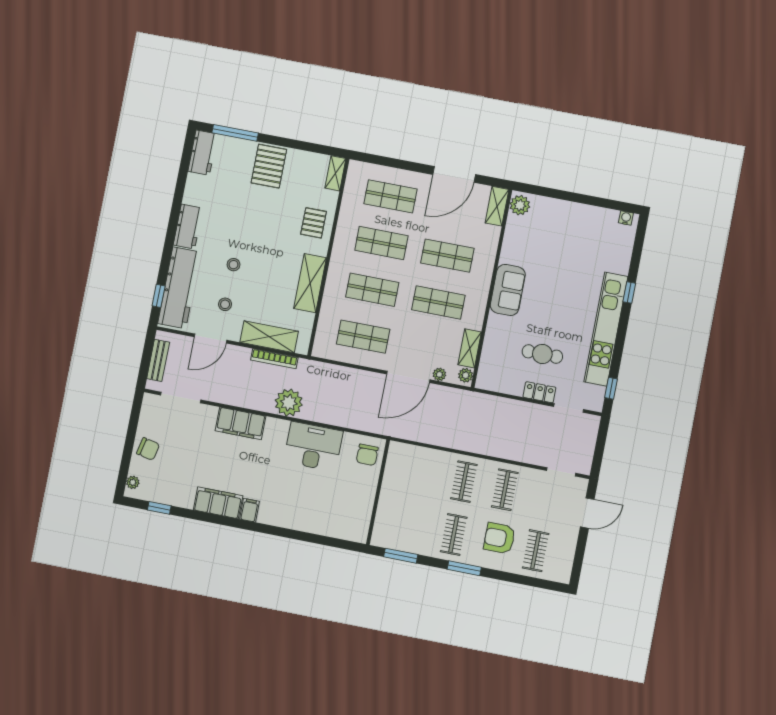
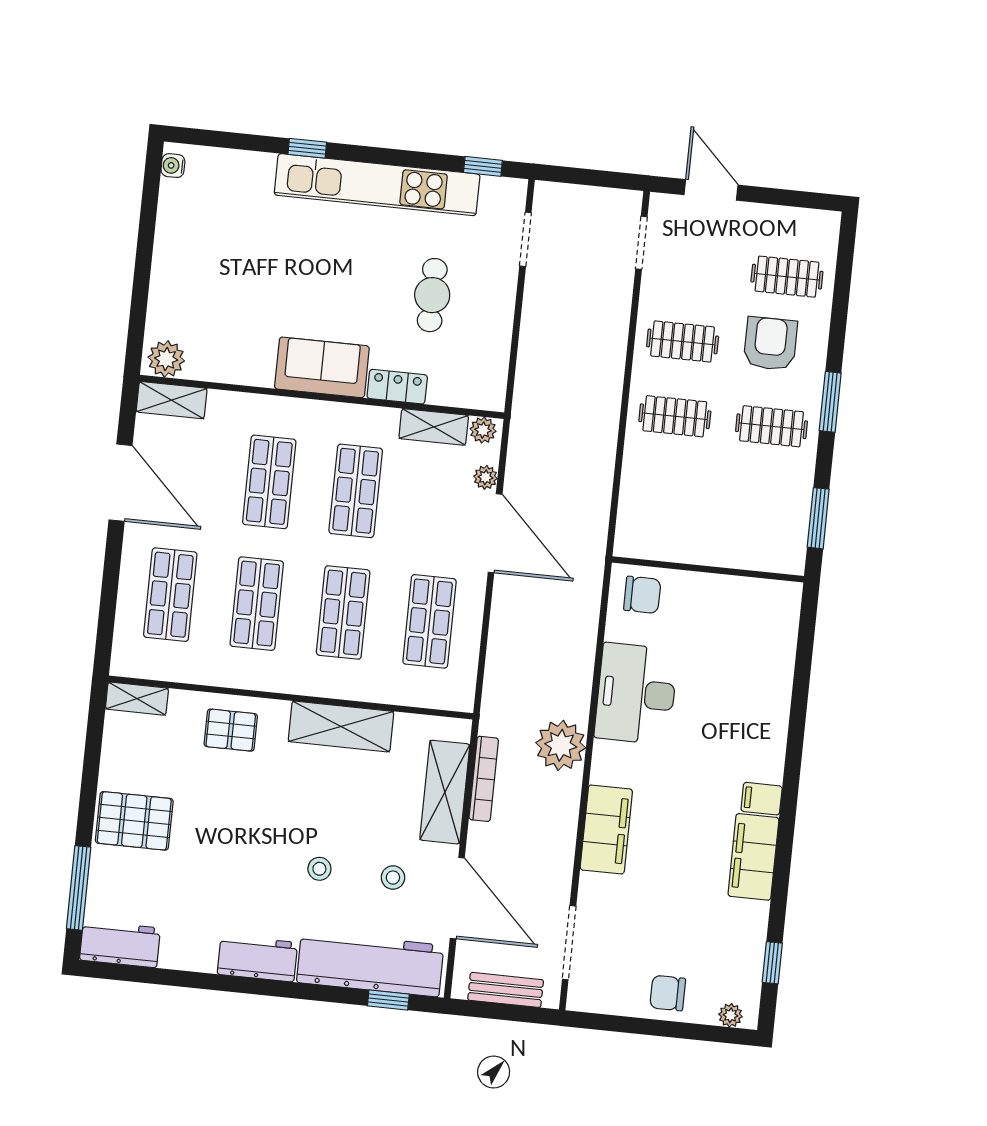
door: (211, 338) -> (457, 898), width x1.36
locker: (539, 392) -> (397, 387), moved, turned 90
chair: (148, 449) -> (668, 993), turned -102
armchair: (499, 538) -> (770, 344), turned 180

